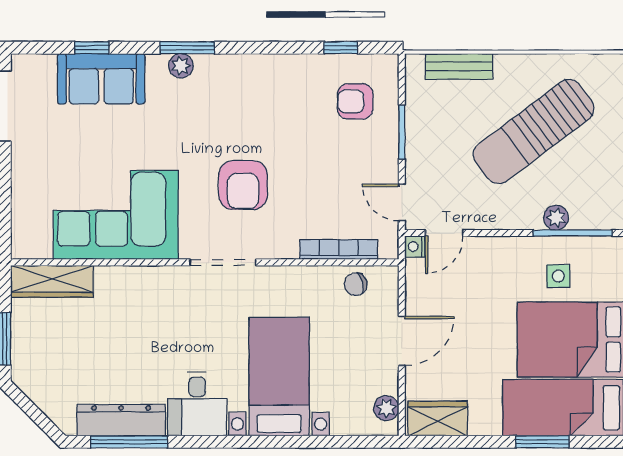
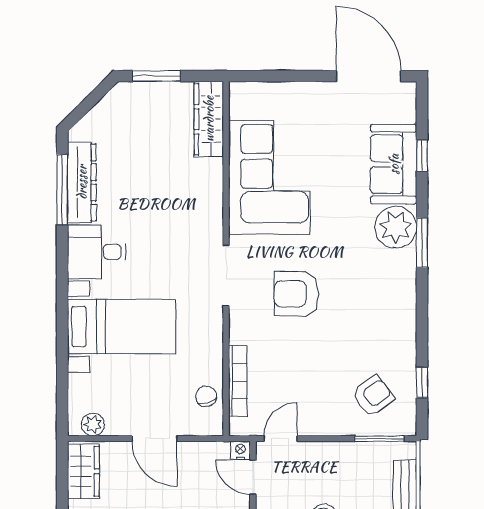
plant: (181, 66) -> (396, 227), width x1.88, depth x1.88
armchair: (355, 101) -> (373, 396), turned 53
window: (402, 132) -> (379, 439), moved

